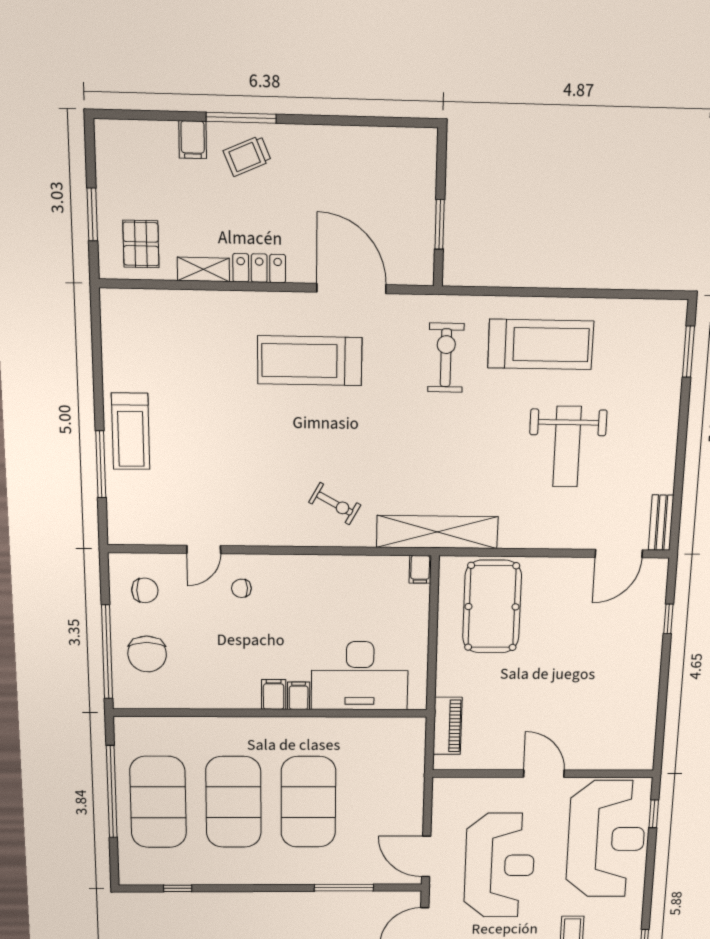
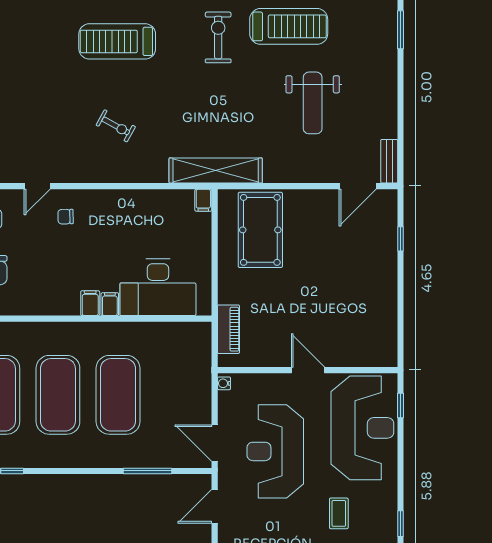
exercise bike: (335, 504) -> (116, 126), moved
water cooler: (440, 789) -> (224, 383), added
reception desk: (500, 865) -> (275, 451), turned 180

